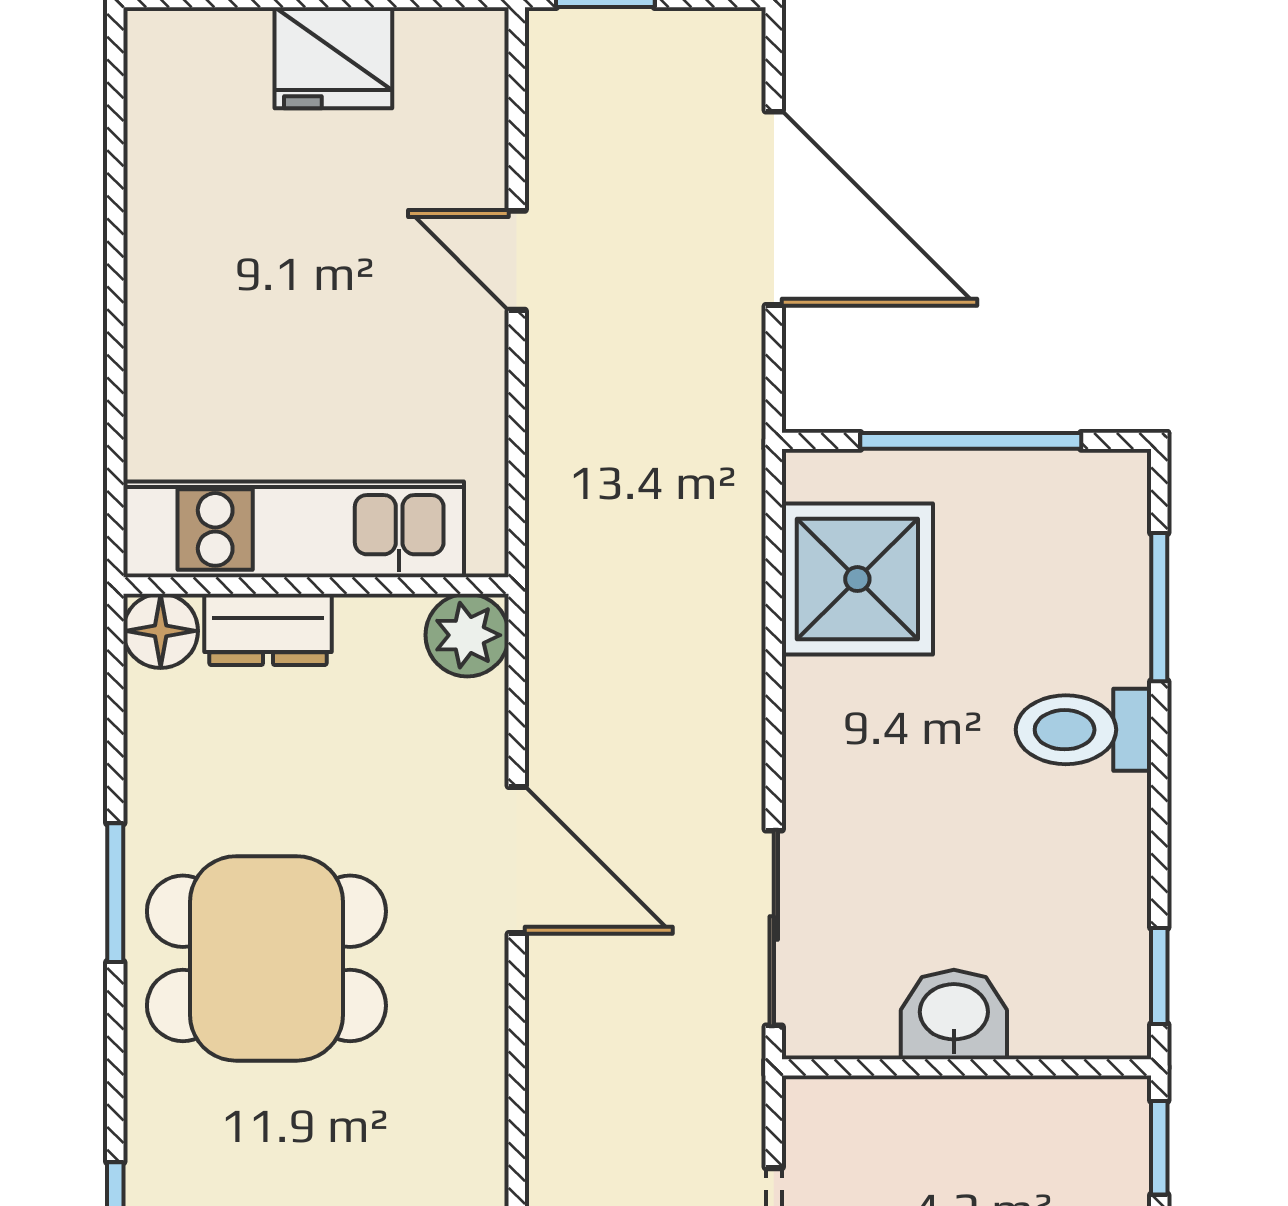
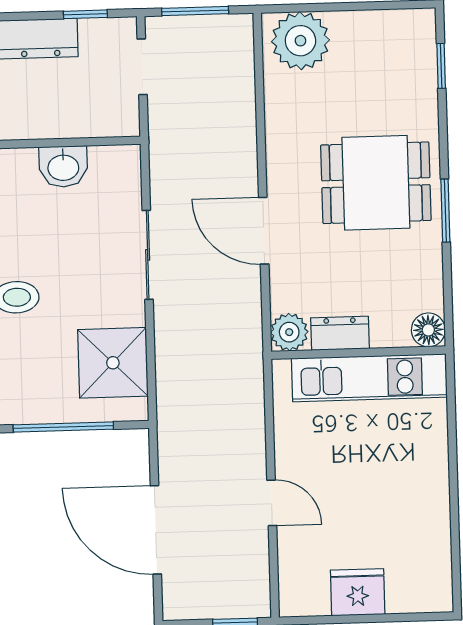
dresser: (268, 629) -> (340, 333), moved
sliding door: (774, 928) -> (148, 255), moved

